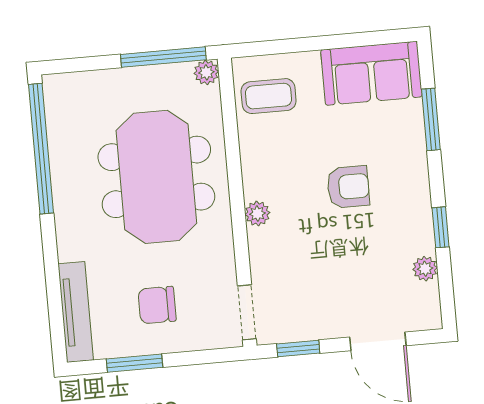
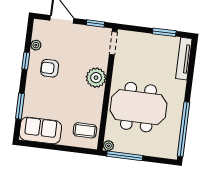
meeting table: (156, 177) -> (138, 107), turned 90
armchair: (348, 187) -> (50, 68), moved
plant: (257, 214) -> (96, 78), width x1.88, depth x1.88
chair: (157, 305) -> (150, 54), removed

